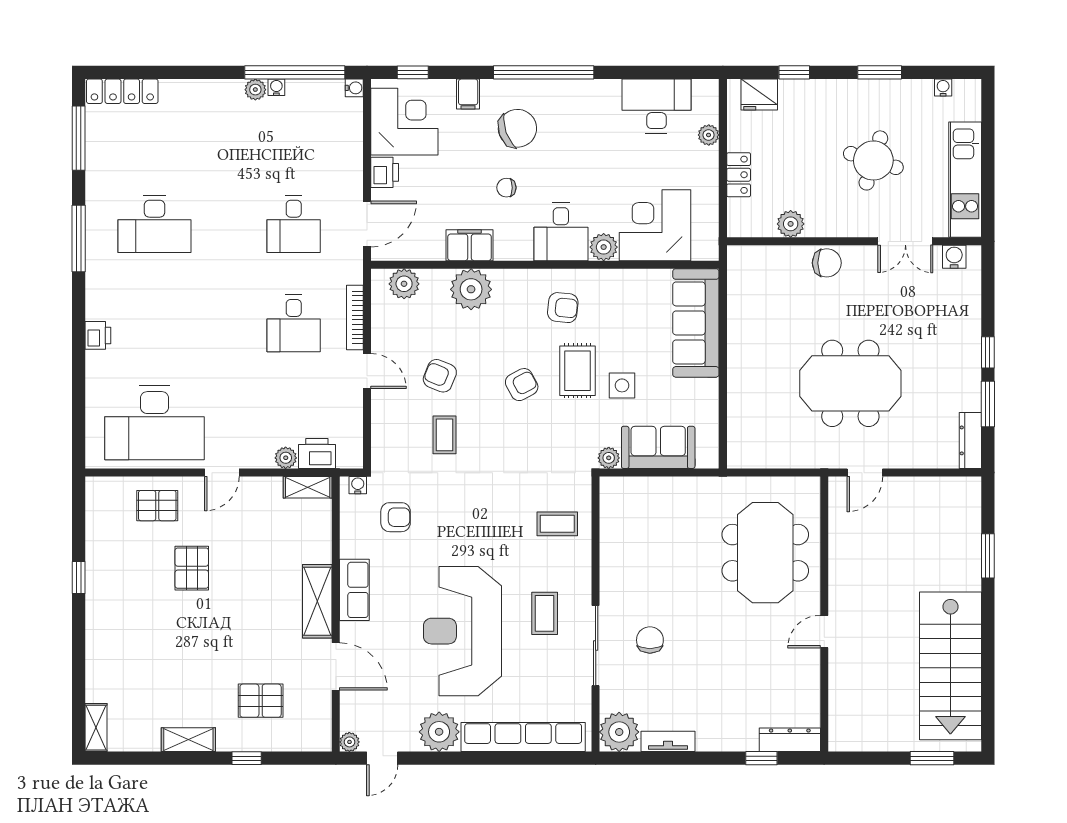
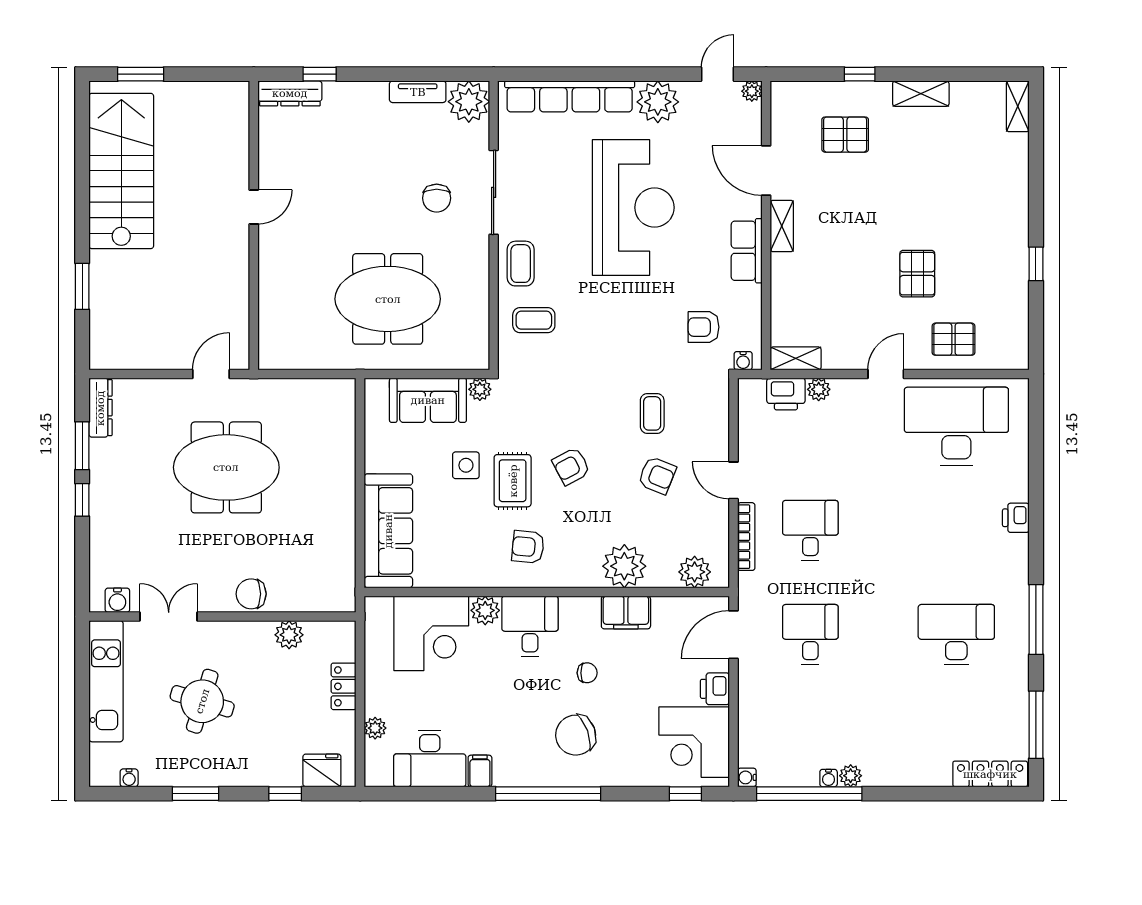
filing cabinet: (468, 94) -> (480, 771), moved
meeting table: (765, 553) -> (388, 299), moved, turned 90
shelving: (317, 601) -> (782, 226), width x0.67, depth x0.75
coffee table: (545, 613) -> (521, 264), moved

